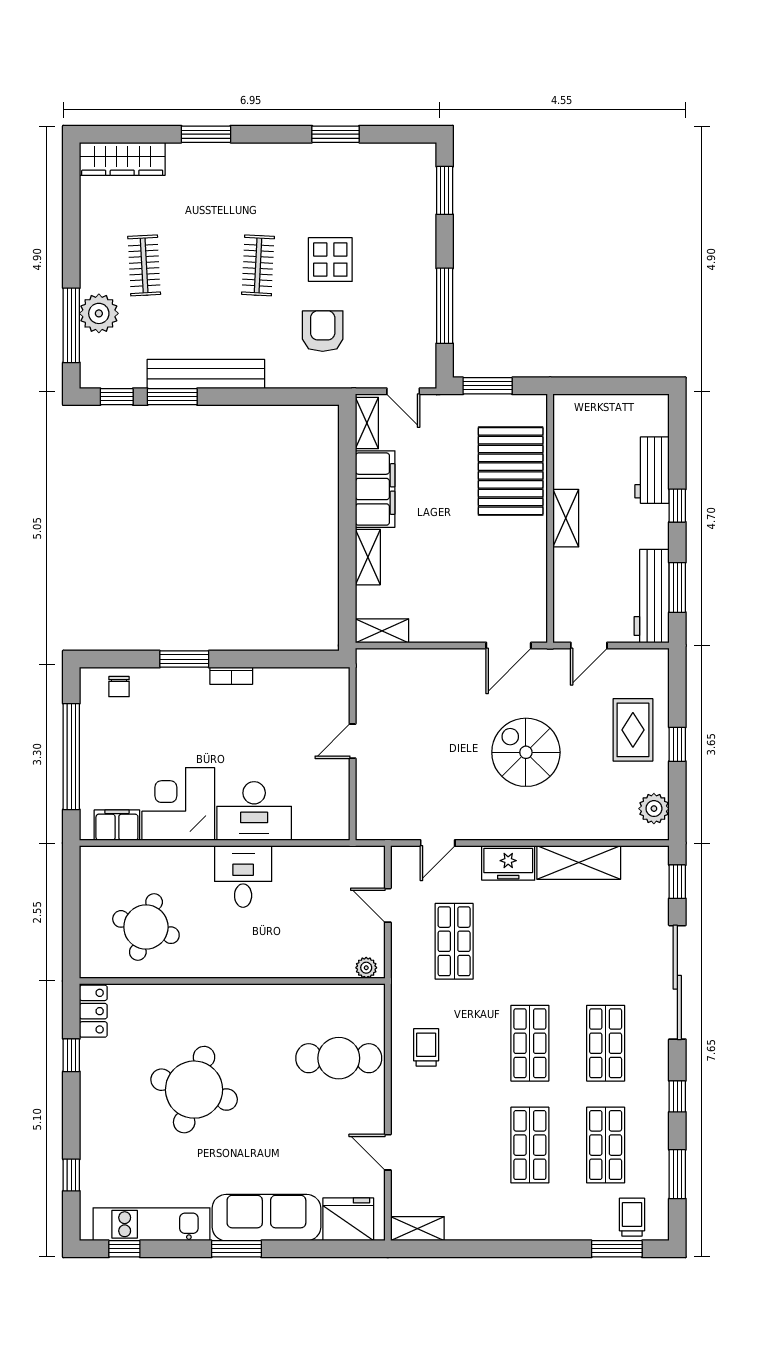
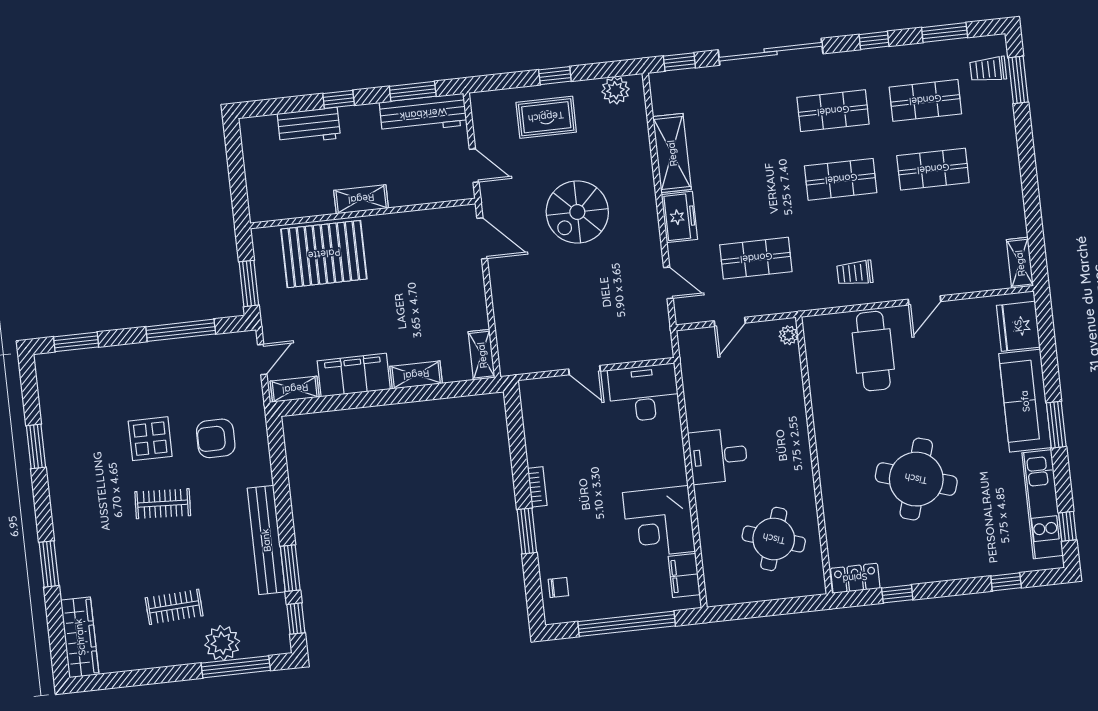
desk: (254, 811) -> (644, 393), moved, turned -90
door: (388, 1152) -> (924, 300), moved

